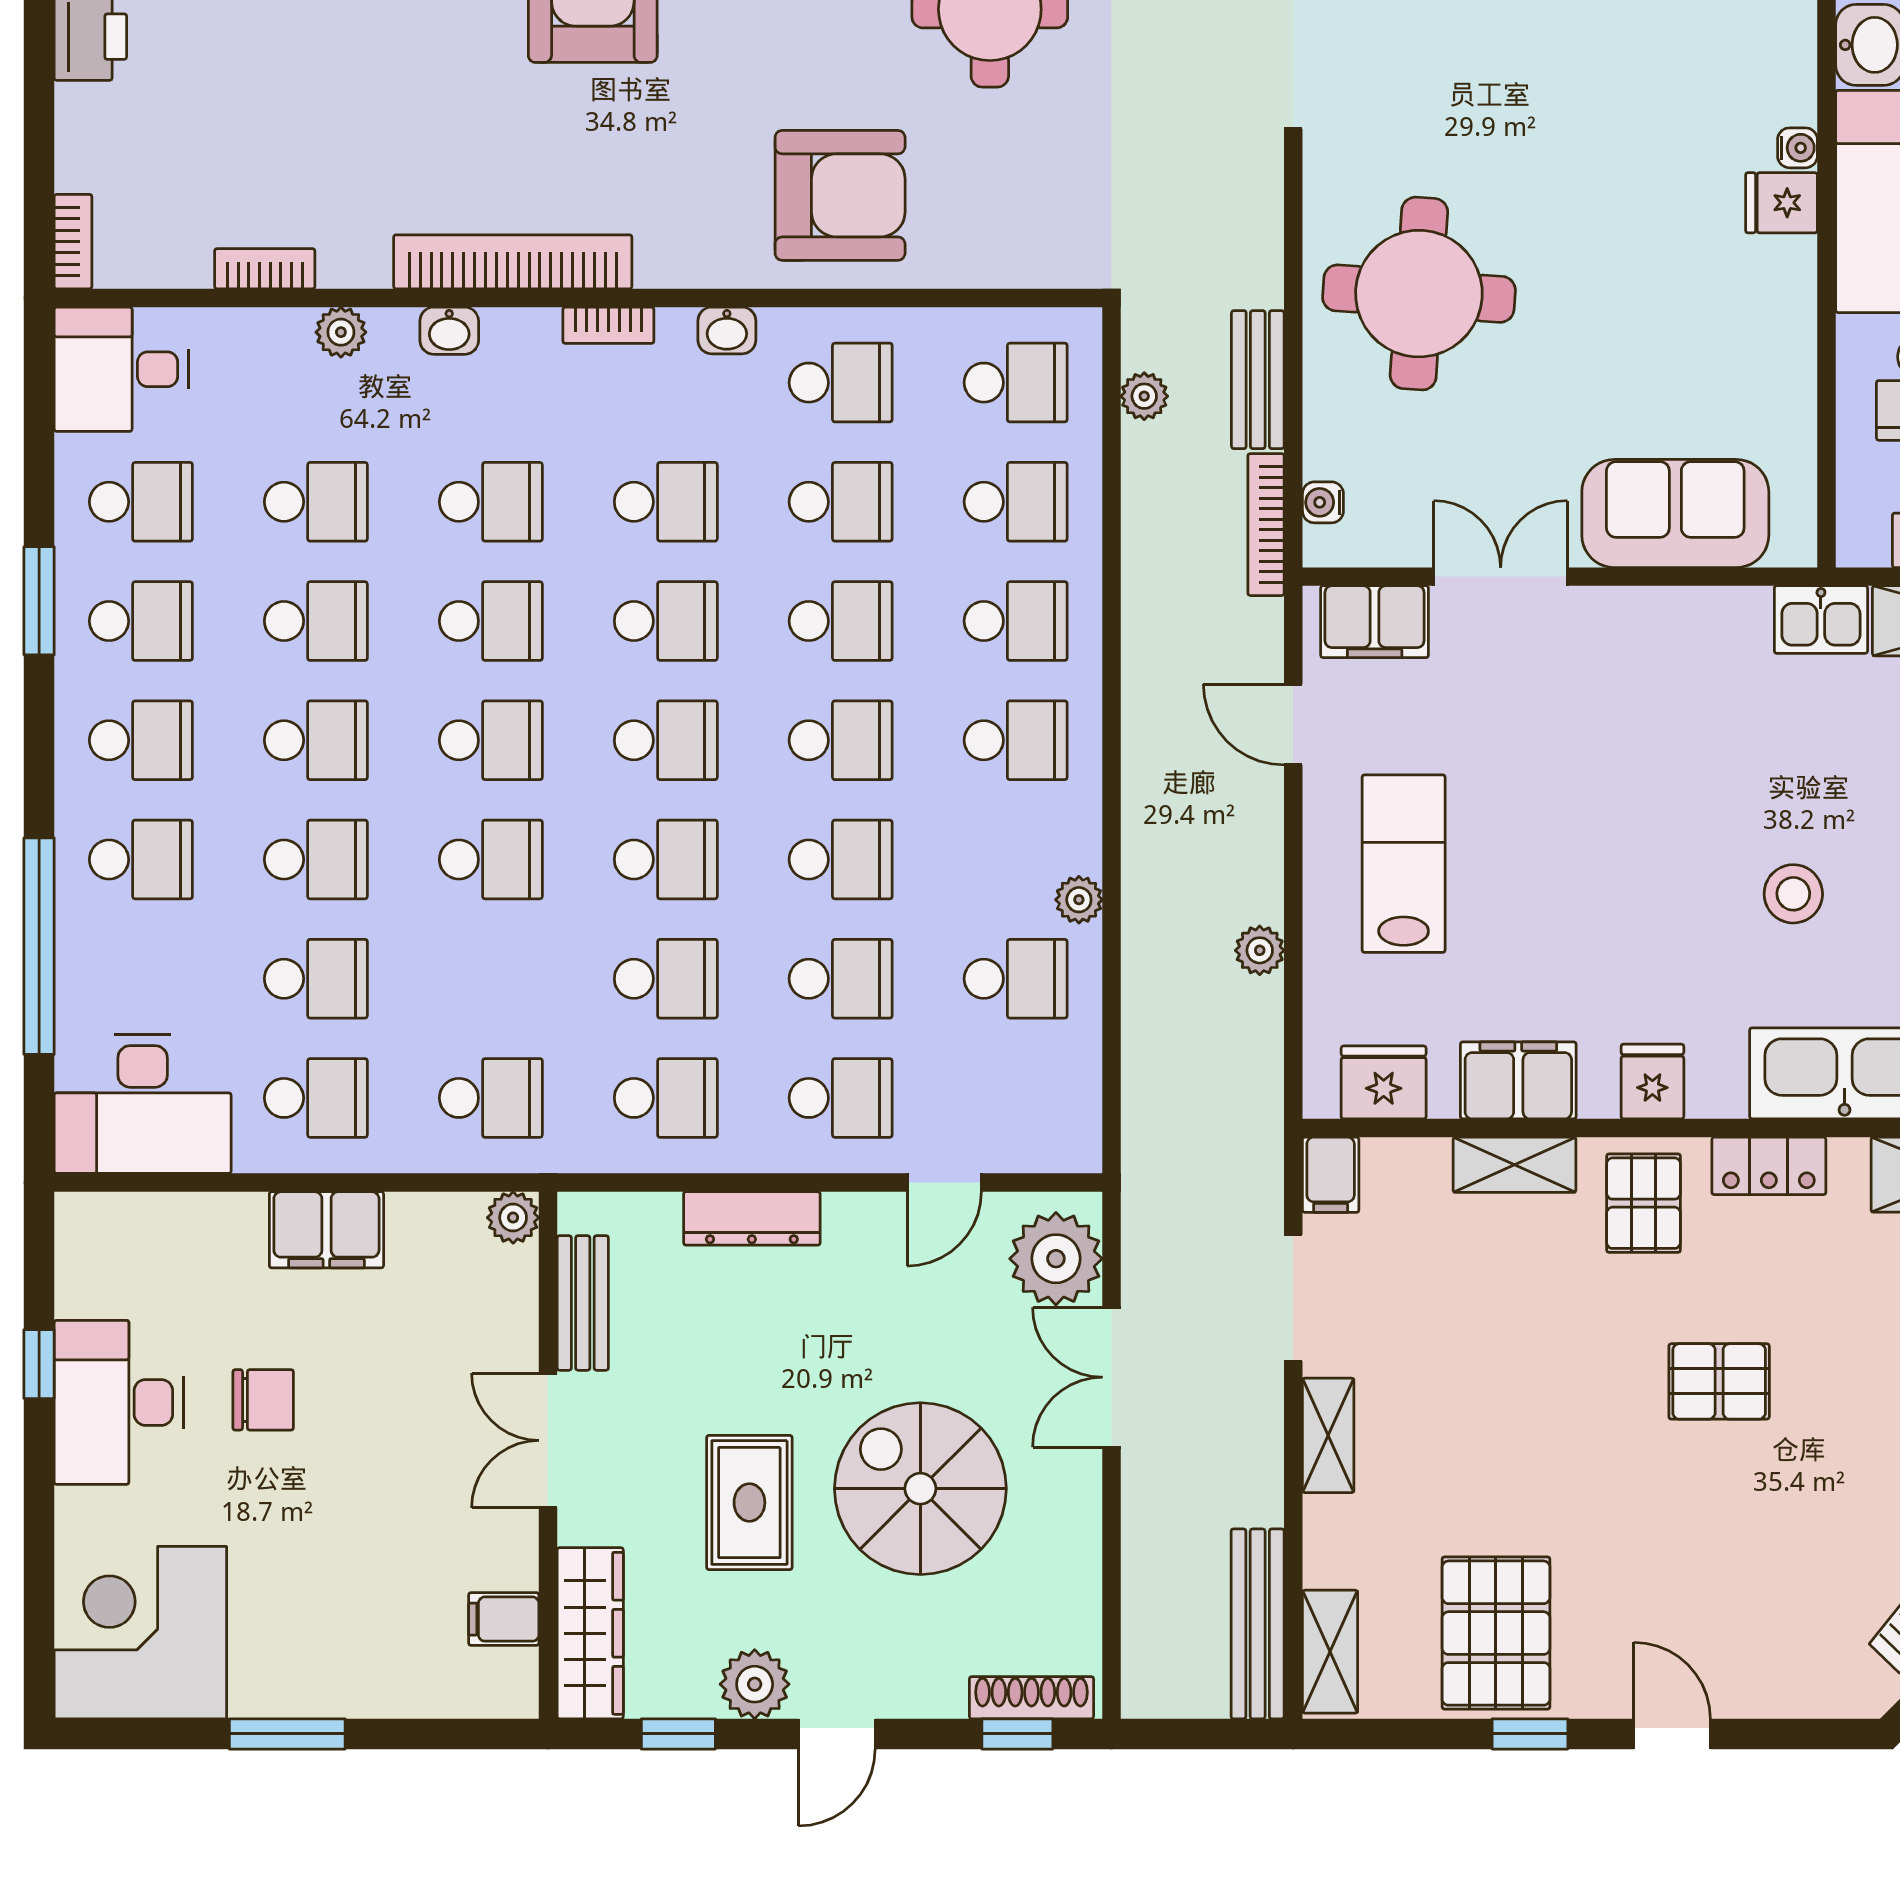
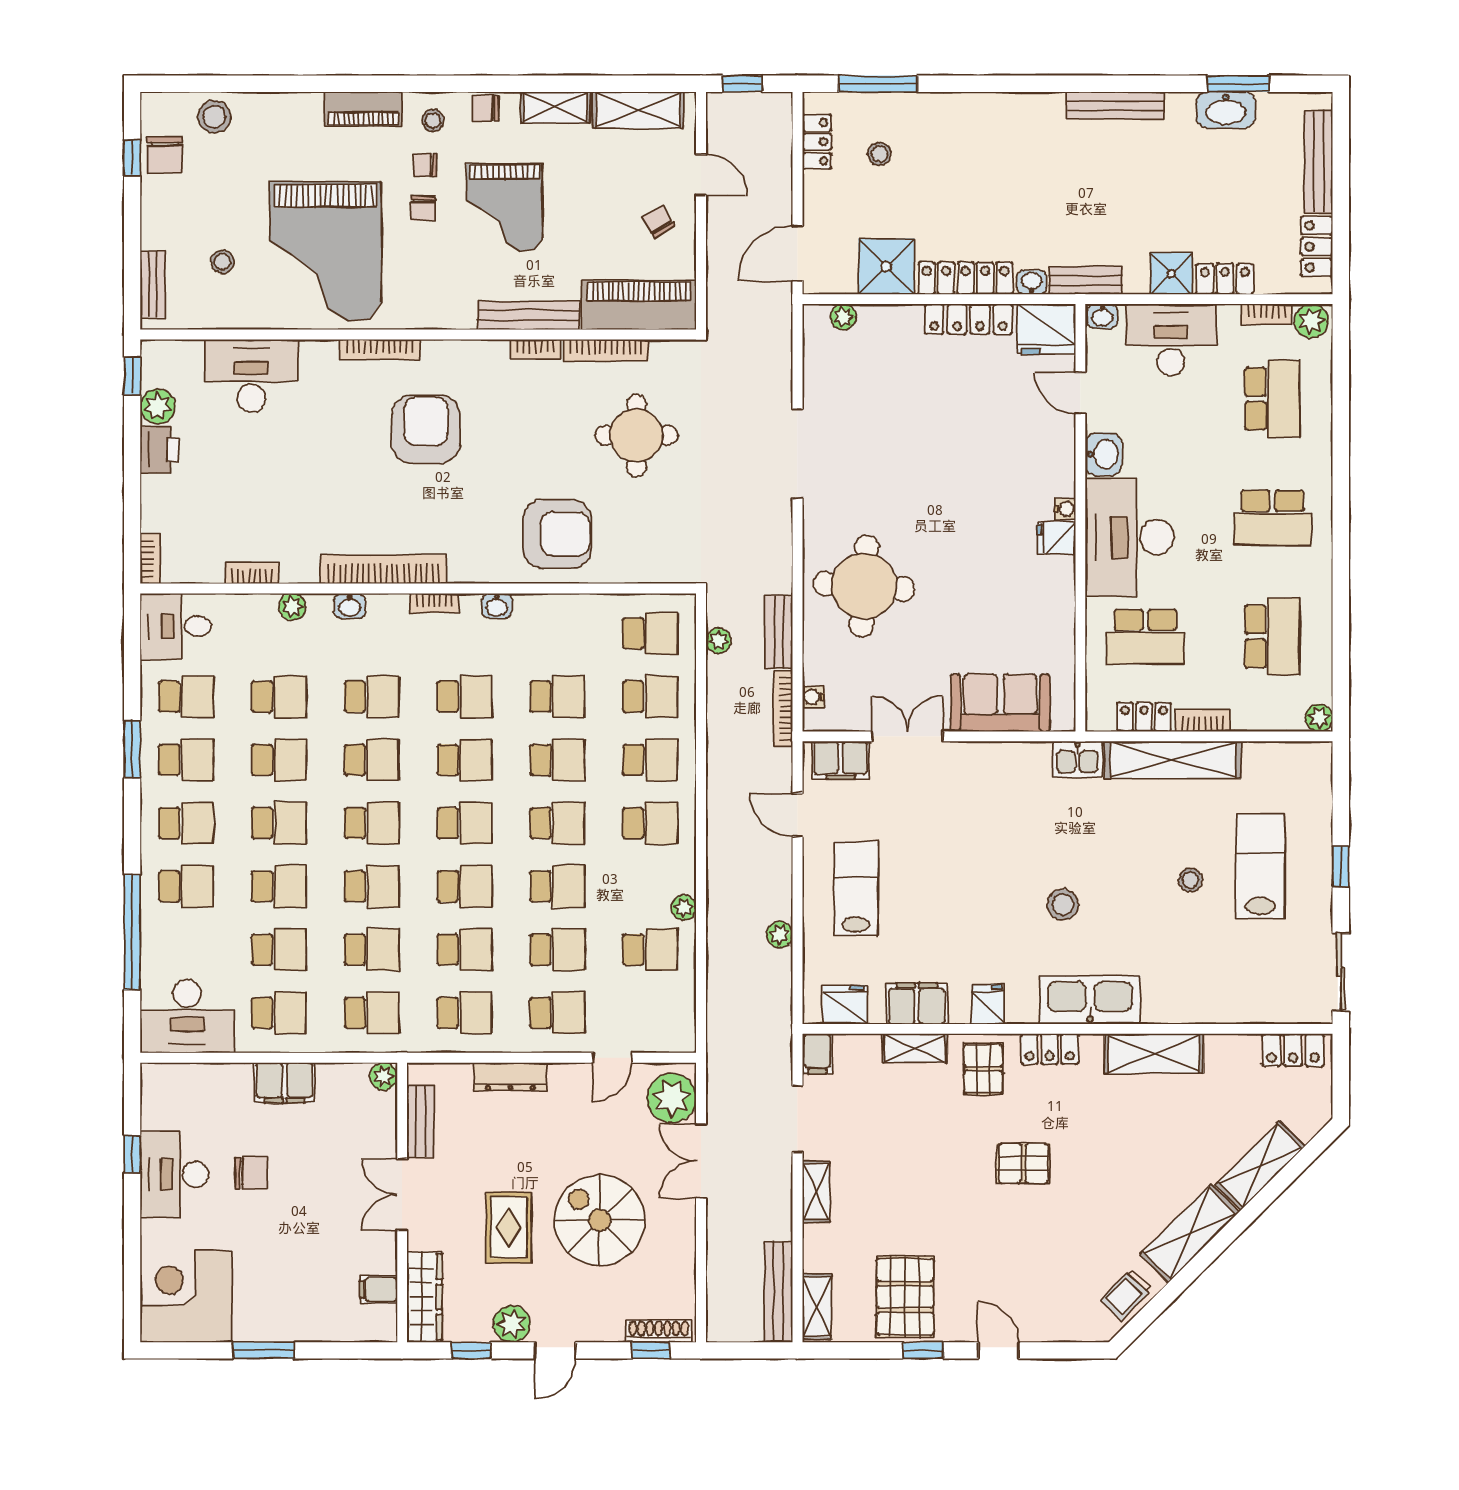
school desk: (841, 383) -> (372, 950), moved

